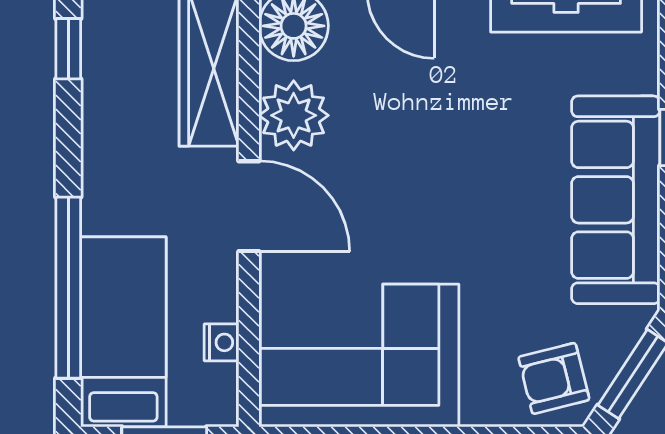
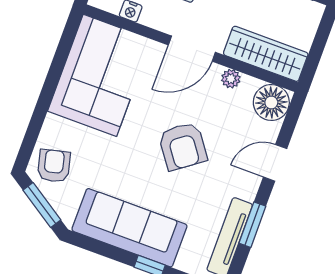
plant: (294, 115) -> (231, 79), width x0.53, depth x0.53
armchair: (432, 158) -> (183, 146), added

